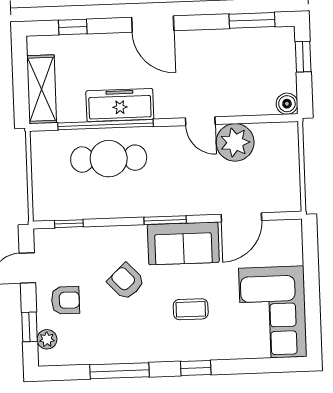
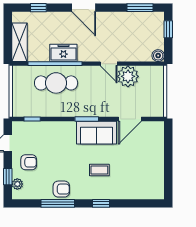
freezer: (120, 105) -> (63, 53), width x0.71
armchair: (126, 282) -> (61, 189), moved, turned 133
corner sofa: (273, 312) -> (146, 173), removed

